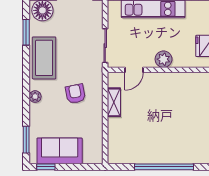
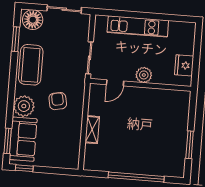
plant: (35, 97) -> (24, 106), width x1.88, depth x1.88
shelving: (114, 102) -> (92, 130), moved
sofa: (60, 151) -> (23, 139), moved, turned 90

